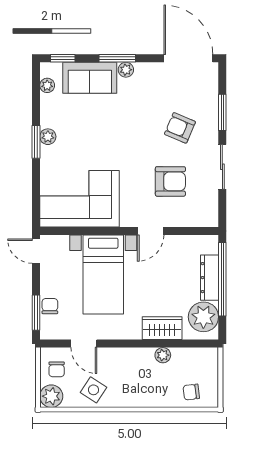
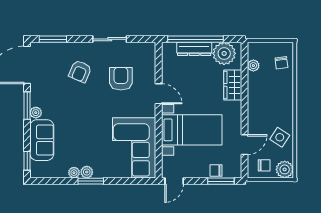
window: (117, 58) -> (27, 106), moved
plant: (47, 85) -> (74, 173), moved
window: (222, 112) -> (53, 39), moved
plant: (163, 355) -> (253, 66), moved

